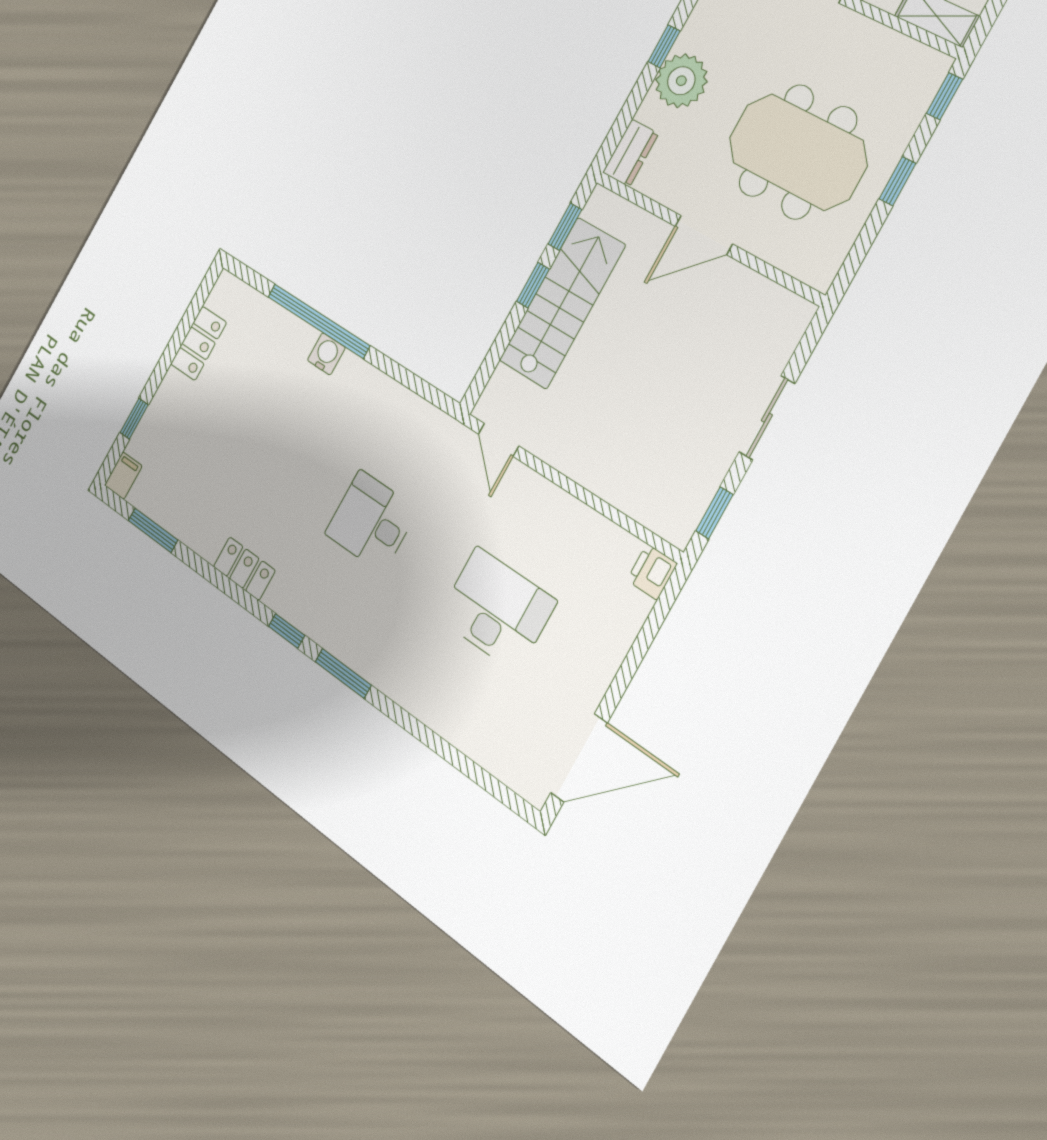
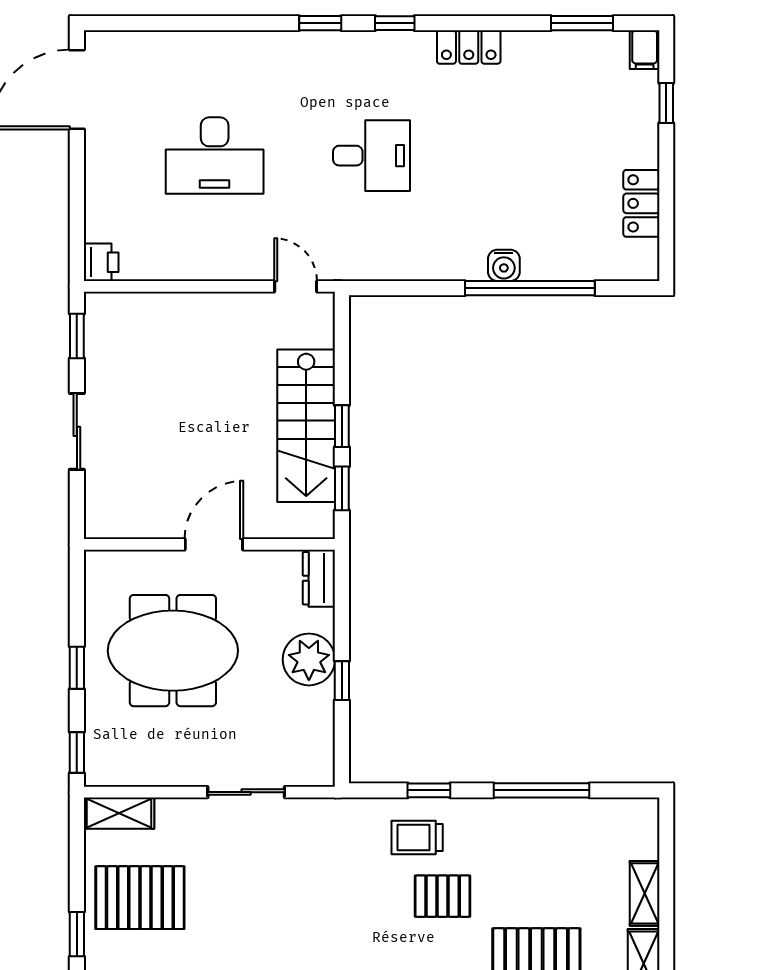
window: (343, 673) -> (320, 23), width x0.67

